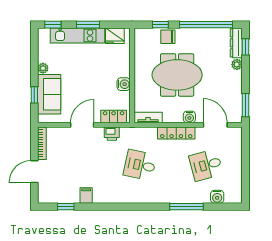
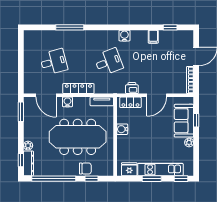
meeting table: (177, 75) -> (78, 137), width x1.36
desk: (140, 165) -> (109, 62), turned -33
water cooler: (217, 197) -> (124, 36), moved

